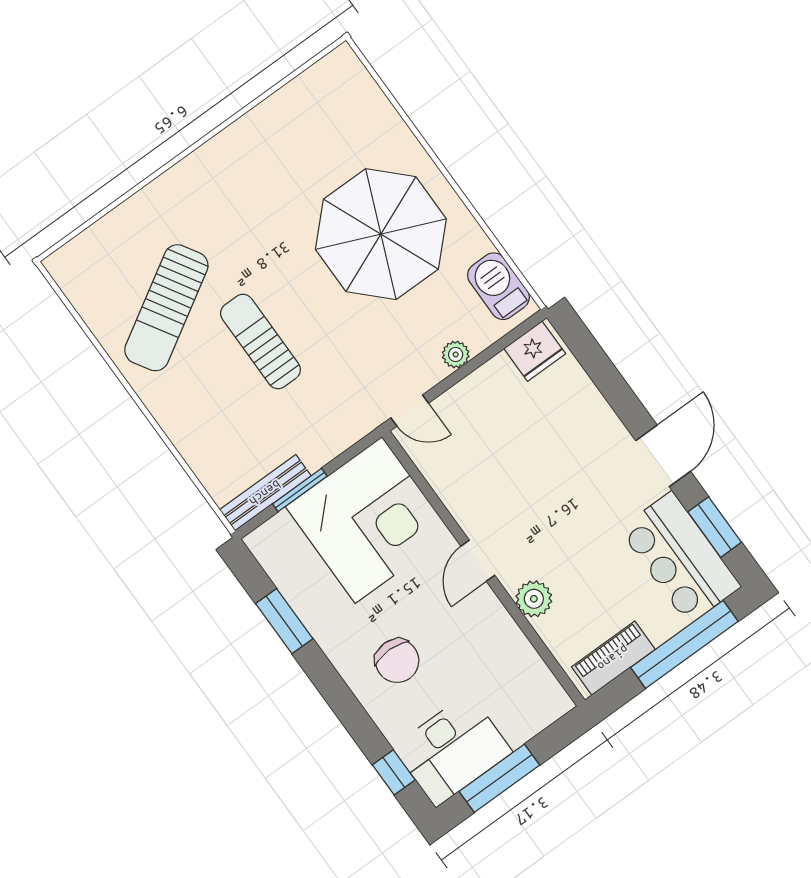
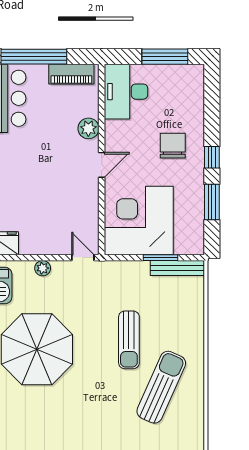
sun lounger: (166, 308) -> (161, 387), turned -35
desk: (453, 750) -> (126, 92), moved, turned -90
window: (394, 772) -> (212, 157), moved

